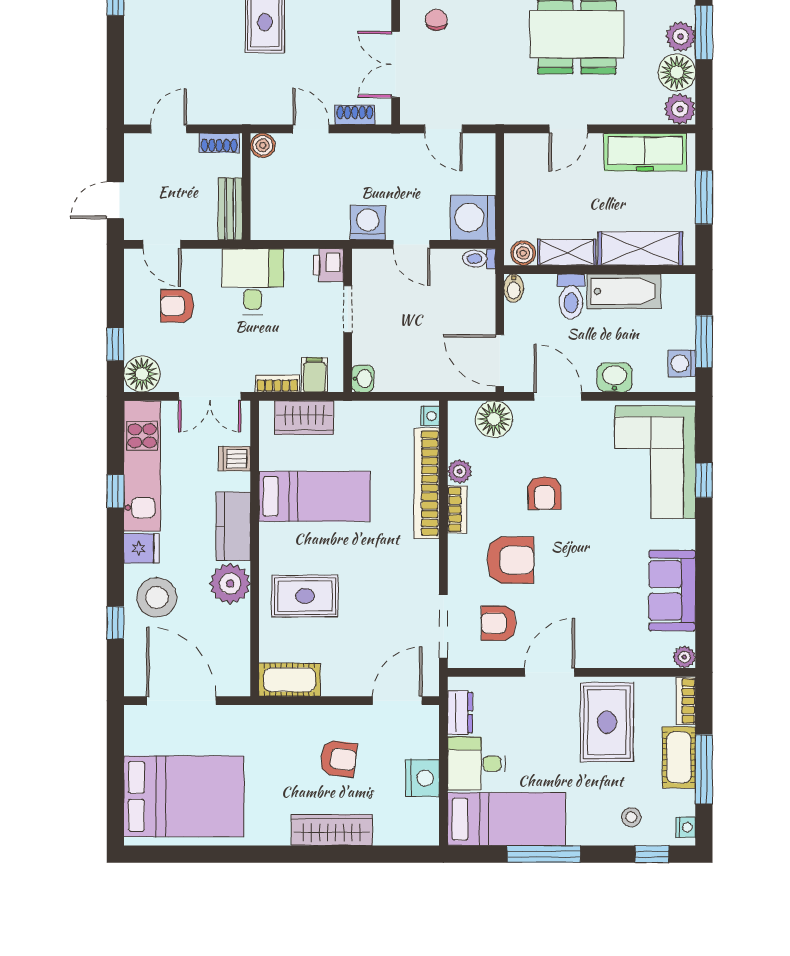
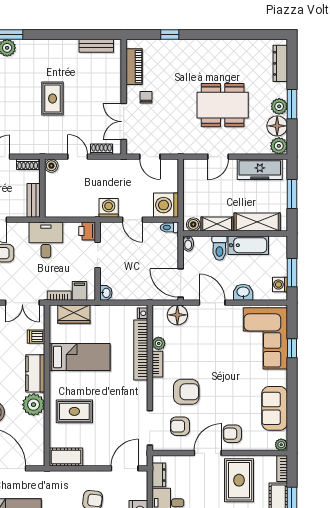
armchair: (544, 493) -> (232, 434), moved, turned 91

